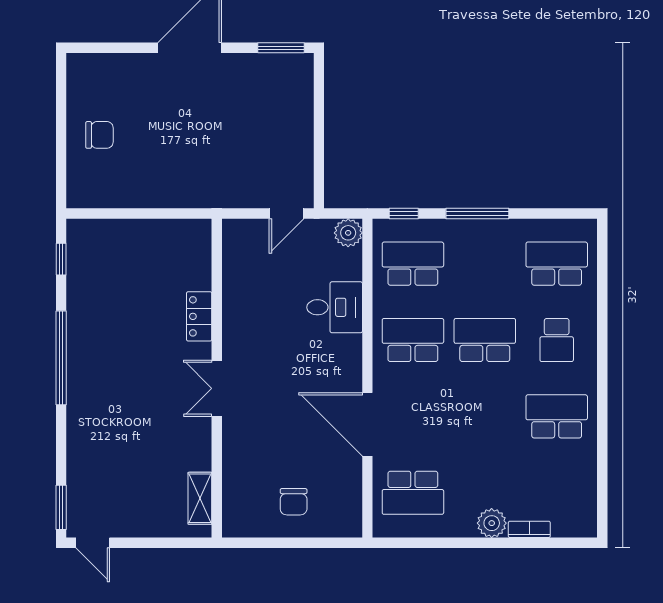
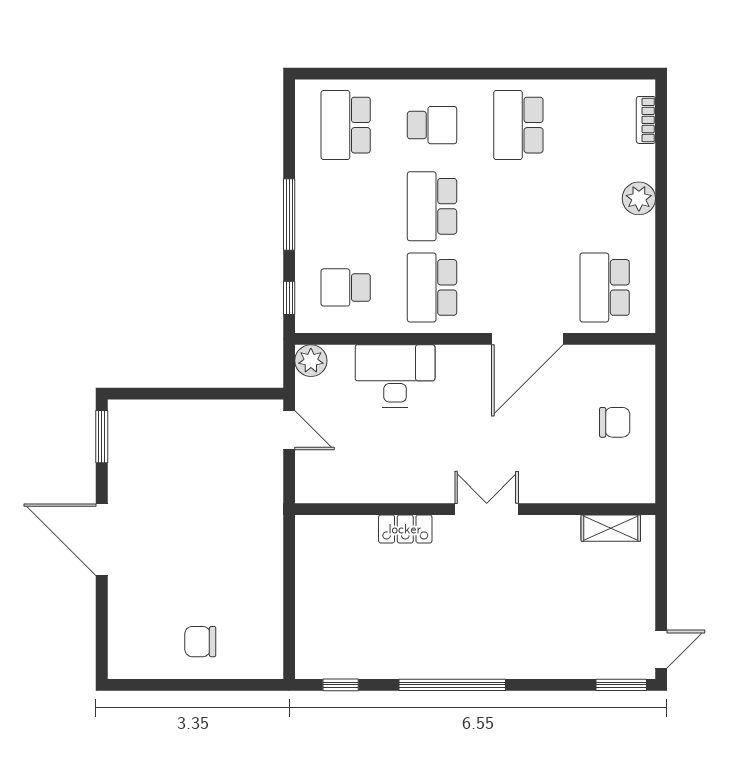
chair: (99, 135) -> (200, 642), turned -90
school desk: (413, 264) -> (346, 287), width x0.54
desk: (335, 307) -> (395, 376), width x1.37
double door: (217, 388) -> (487, 509), swing flipped
school desk: (413, 493) -> (605, 287), turned 180
bookcase: (529, 529) -> (646, 120), moved

